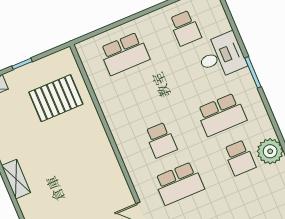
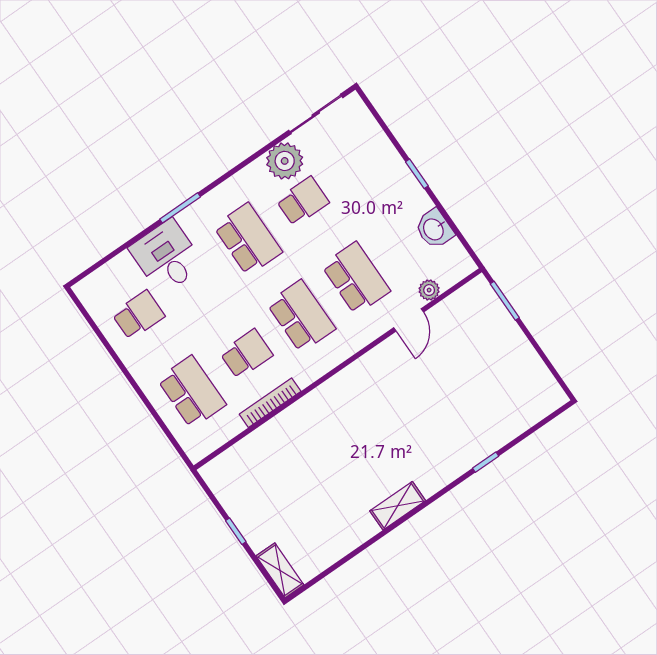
school desk: (143, 97) -> (246, 354), added
pallet: (56, 98) -> (274, 474), removed
bookcase: (106, 106) -> (270, 403), added
school desk: (161, 140) -> (301, 316), width x1.85

